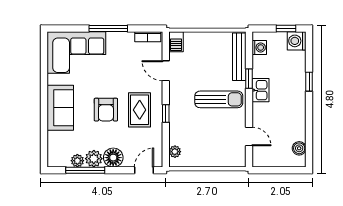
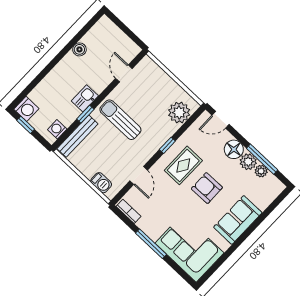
barbecue: (176, 42) -> (101, 183), moved, turned 90
window: (309, 82) -> (45, 72), removed
armchair: (106, 110) -> (207, 188), turned -91
boiler: (299, 148) -> (79, 49), moved
plant: (175, 152) -> (179, 113), width x1.87, depth x1.87

